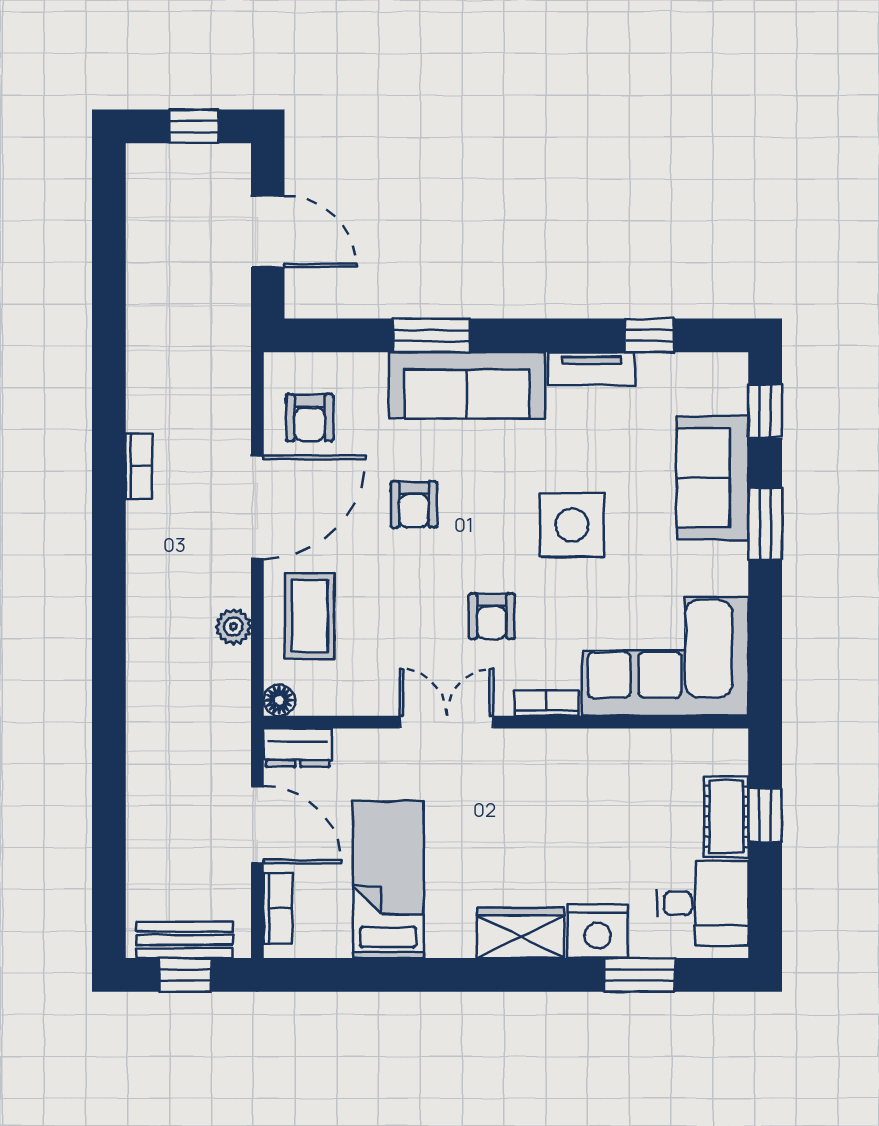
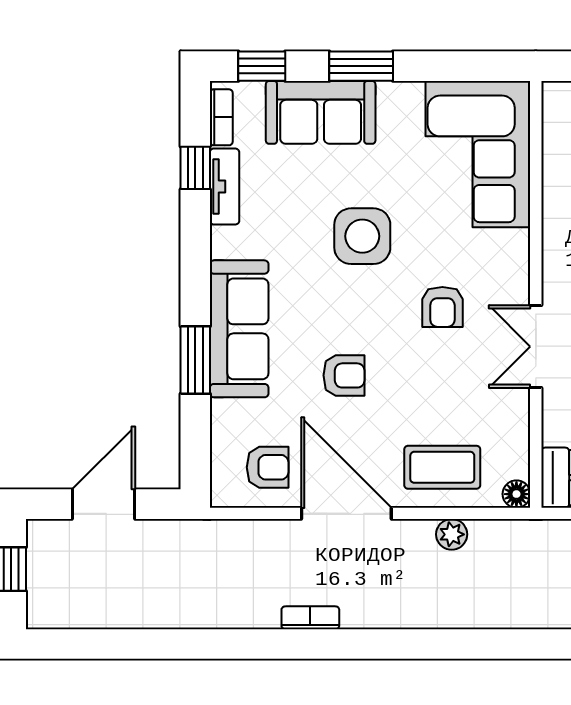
tv unit: (591, 369) -> (225, 187), moved
armchair: (492, 616) -> (442, 307), turned 90
bookcase: (547, 703) -> (221, 117), moved, turned 180

